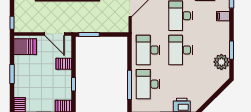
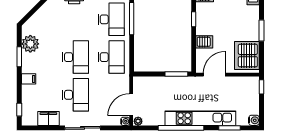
filing cabinet: (223, 16) -> (29, 79), moved
door: (55, 34) -> (214, 75), hinge flipped
server rack: (25, 47) -> (247, 56), width x1.60

